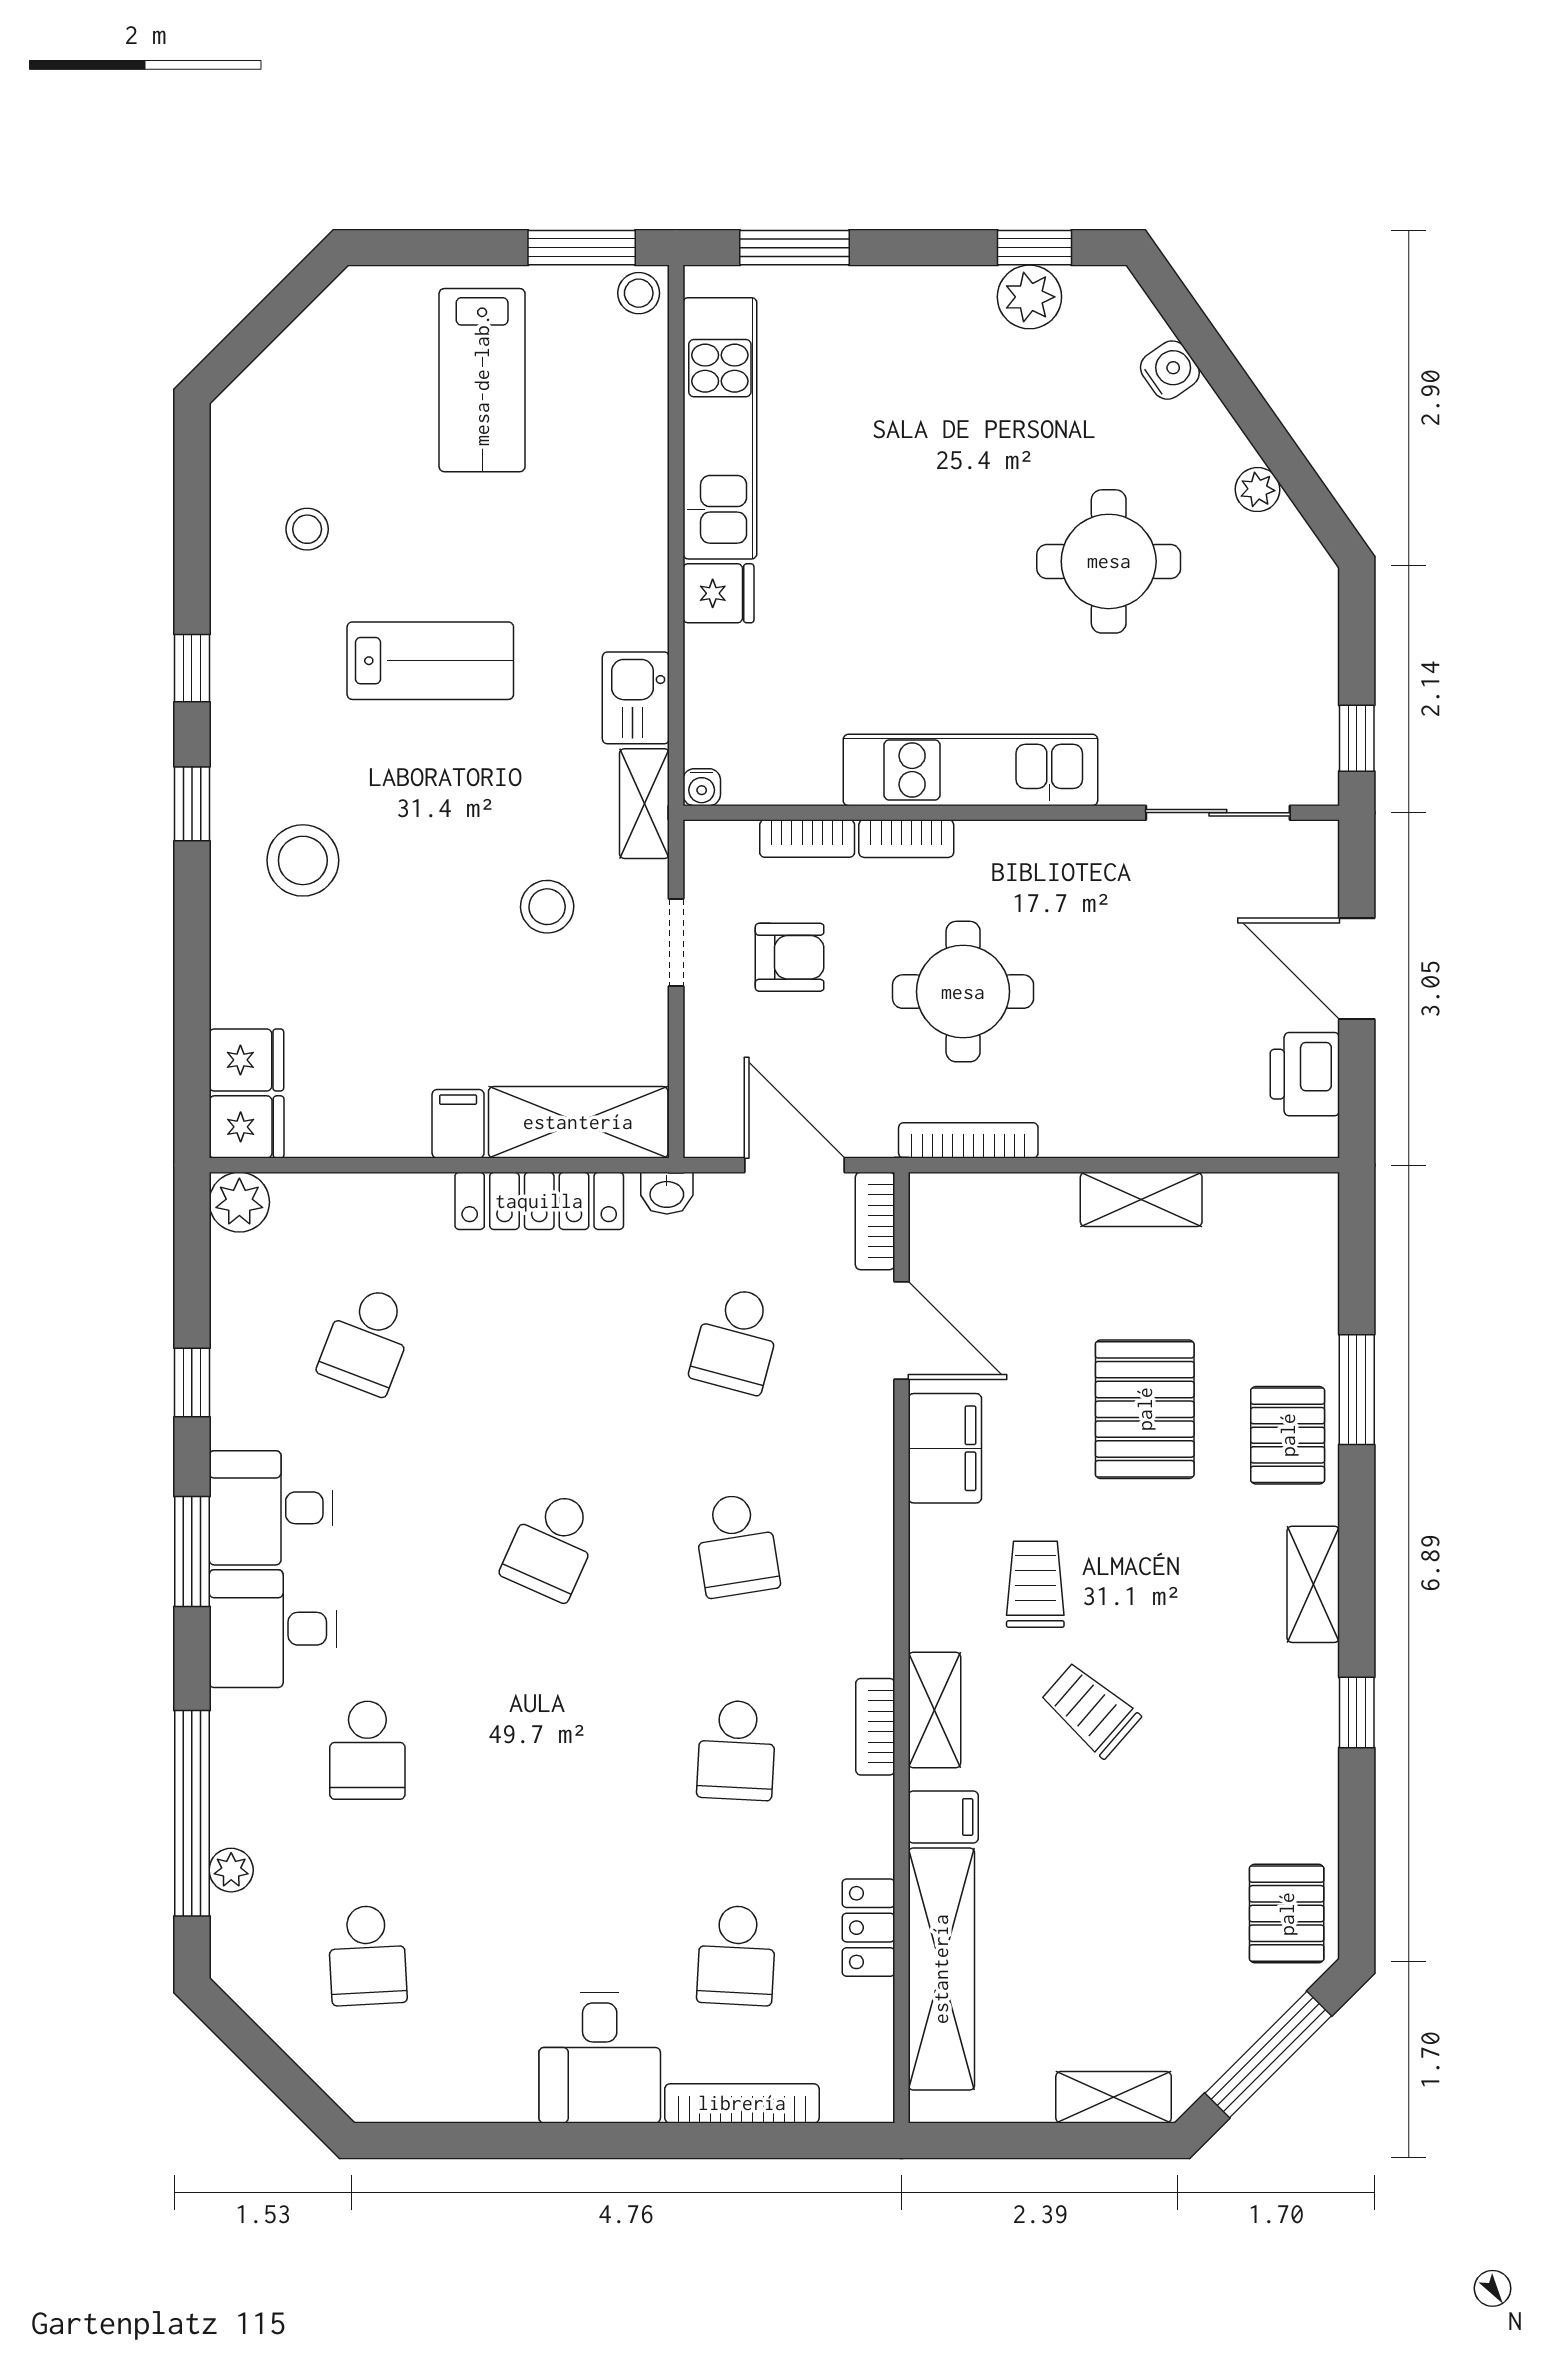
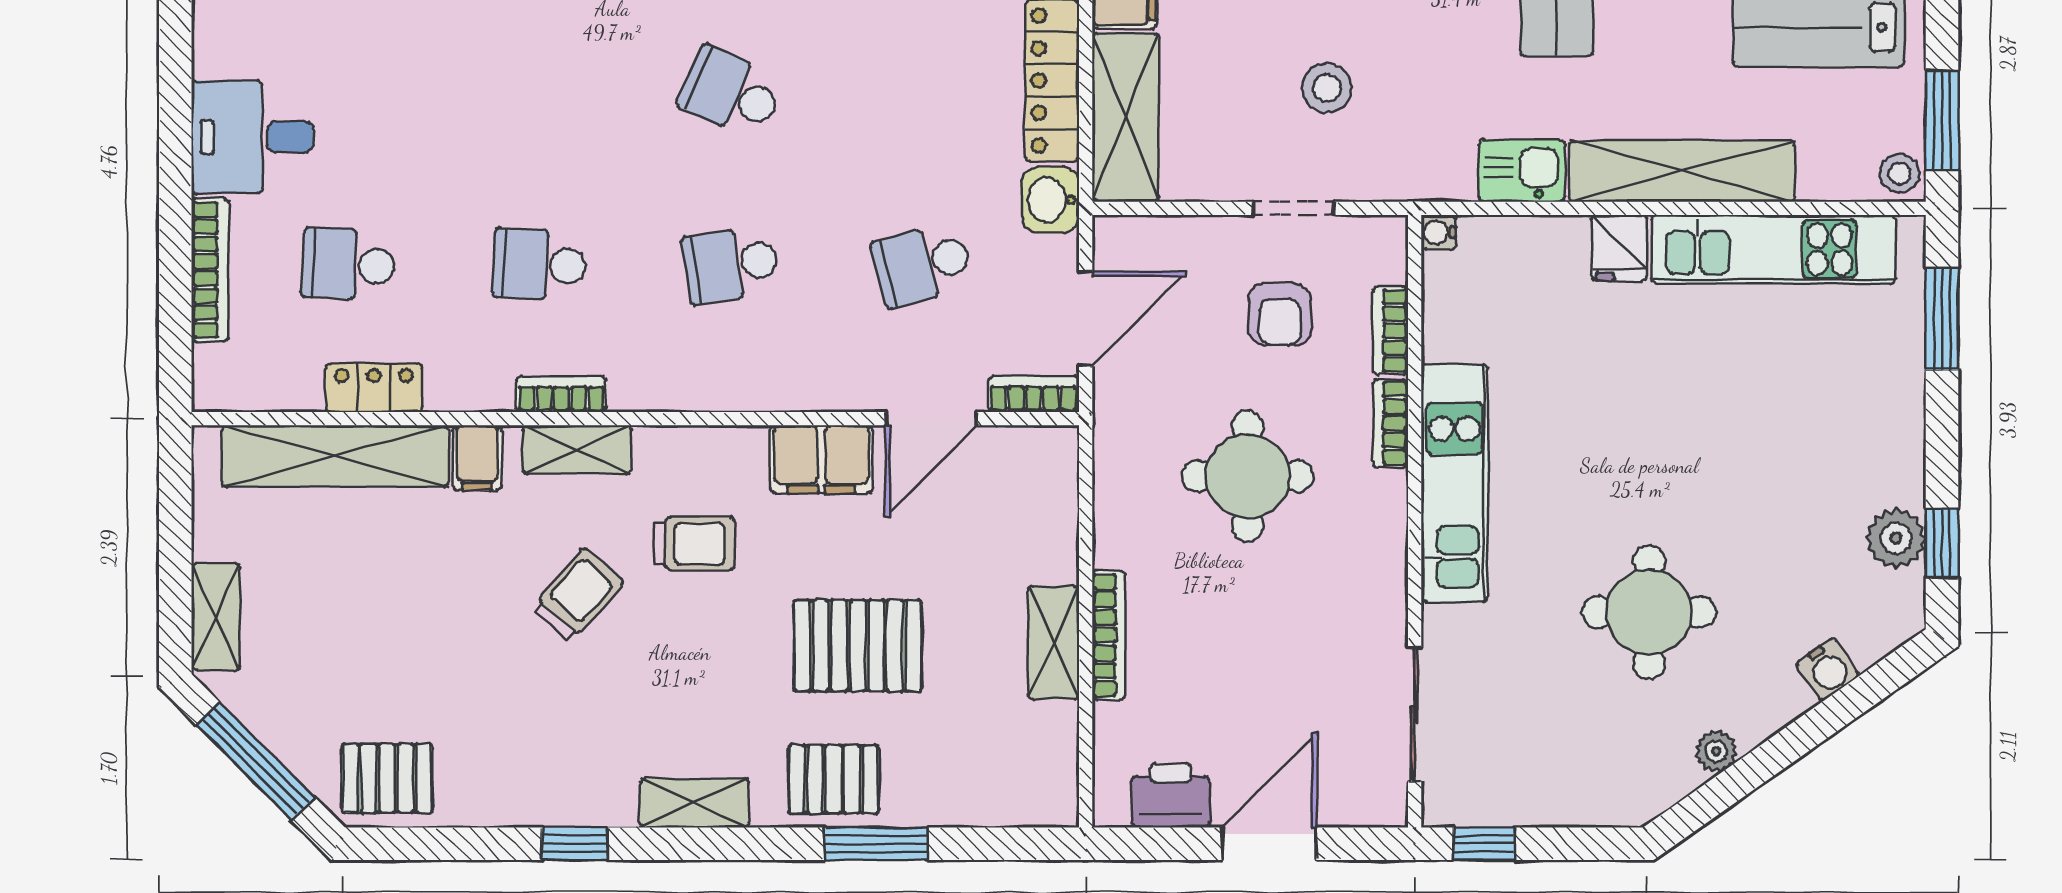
shelving: (644, 804) -> (1682, 171), moved, width x2.20, depth x1.33
bookcase: (968, 1140) -> (1109, 635), moved
washbasin: (667, 1193) -> (1051, 200), width x1.38, depth x1.45
school desk: (736, 1340) -> (923, 265), turned -30

